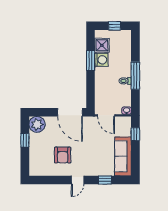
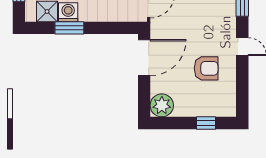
window: (25, 140) -> (206, 123), moved

